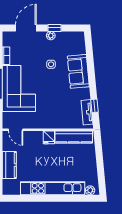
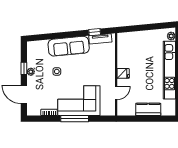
sofa: (78, 71) -> (69, 46), width x1.36
door: (16, 130) -> (116, 93), moved
kitchen counter: (74, 137) -> (123, 51), removed

